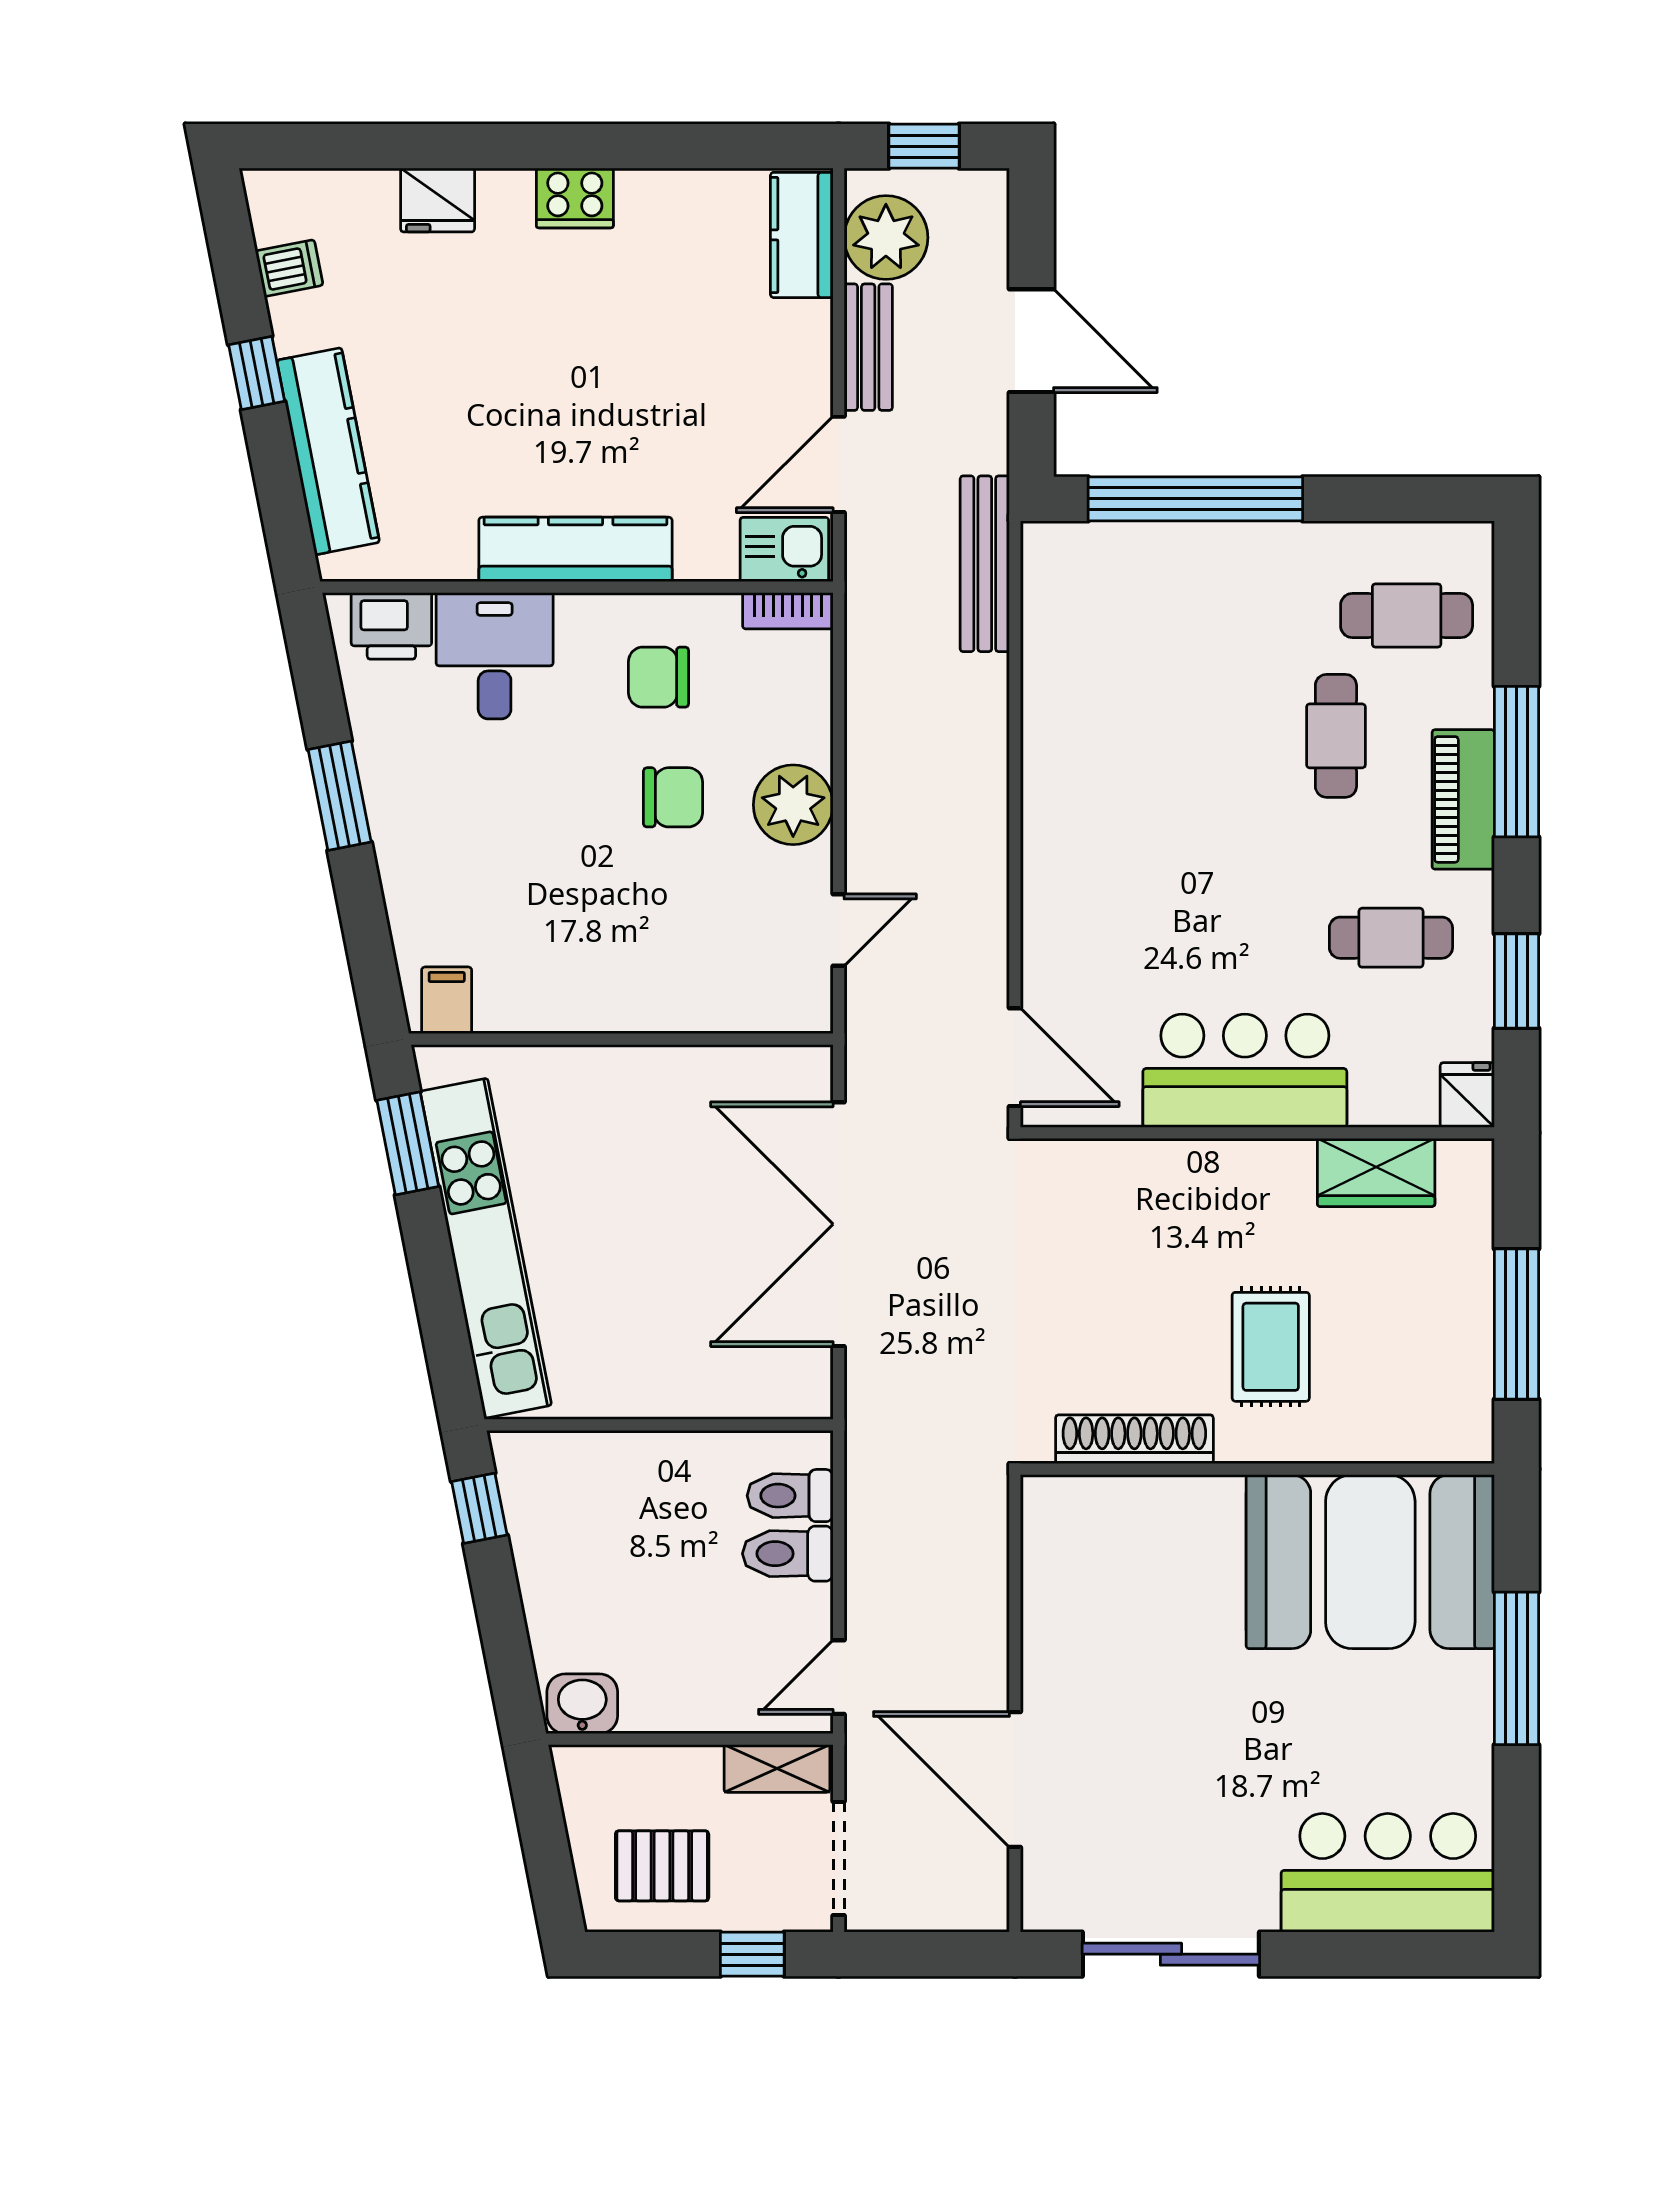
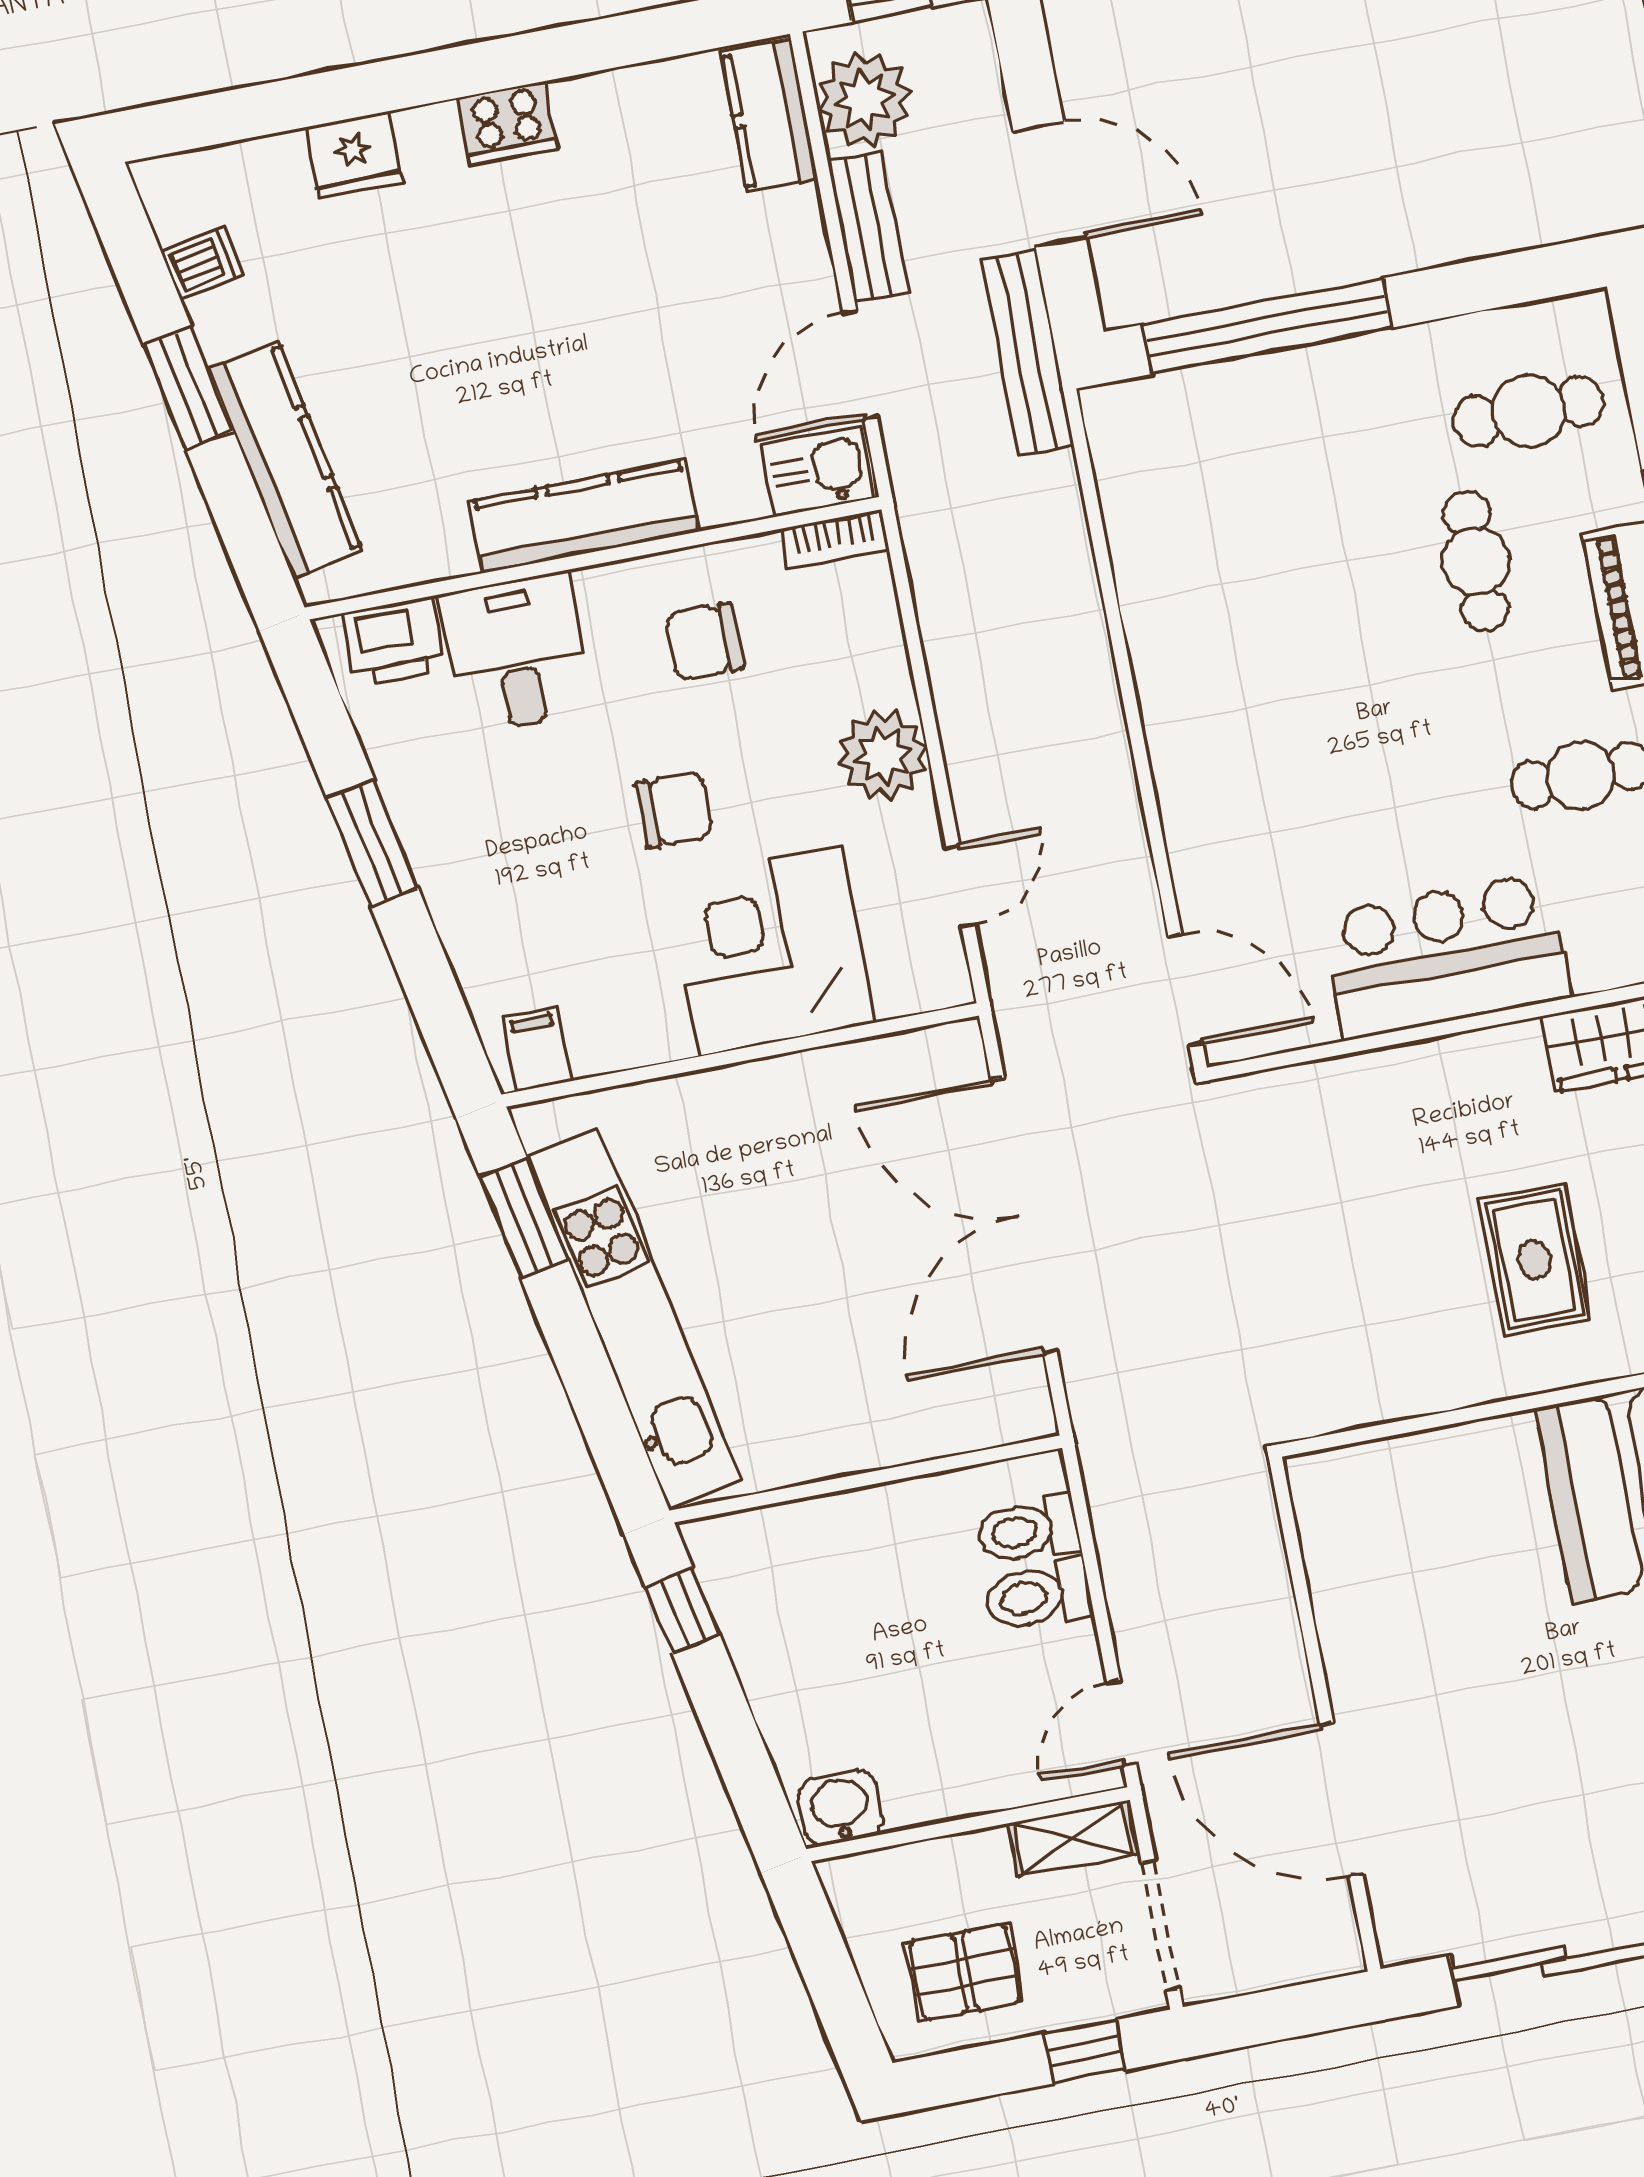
window: (257, 373) -> (188, 388), width x1.50
bench: (985, 564) -> (1028, 353), moved
chair: (673, 797) -> (674, 809), moved
corner desk: (664, 955) -> (770, 951), added
shoe rack: (1134, 1439) -> (1402, 1392), removed

